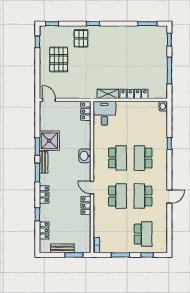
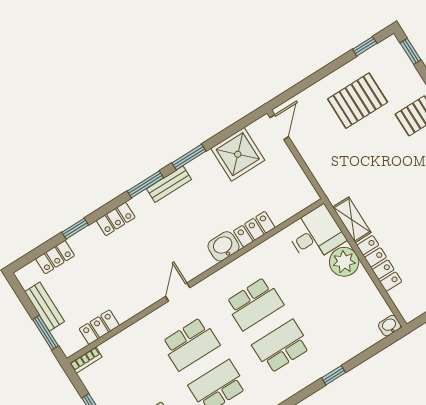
plant: (124, 109) -> (344, 262), added
locker: (86, 111) -> (254, 229), moved
shower: (49, 141) -> (238, 154), moved
locker: (86, 206) -> (99, 327), moved

